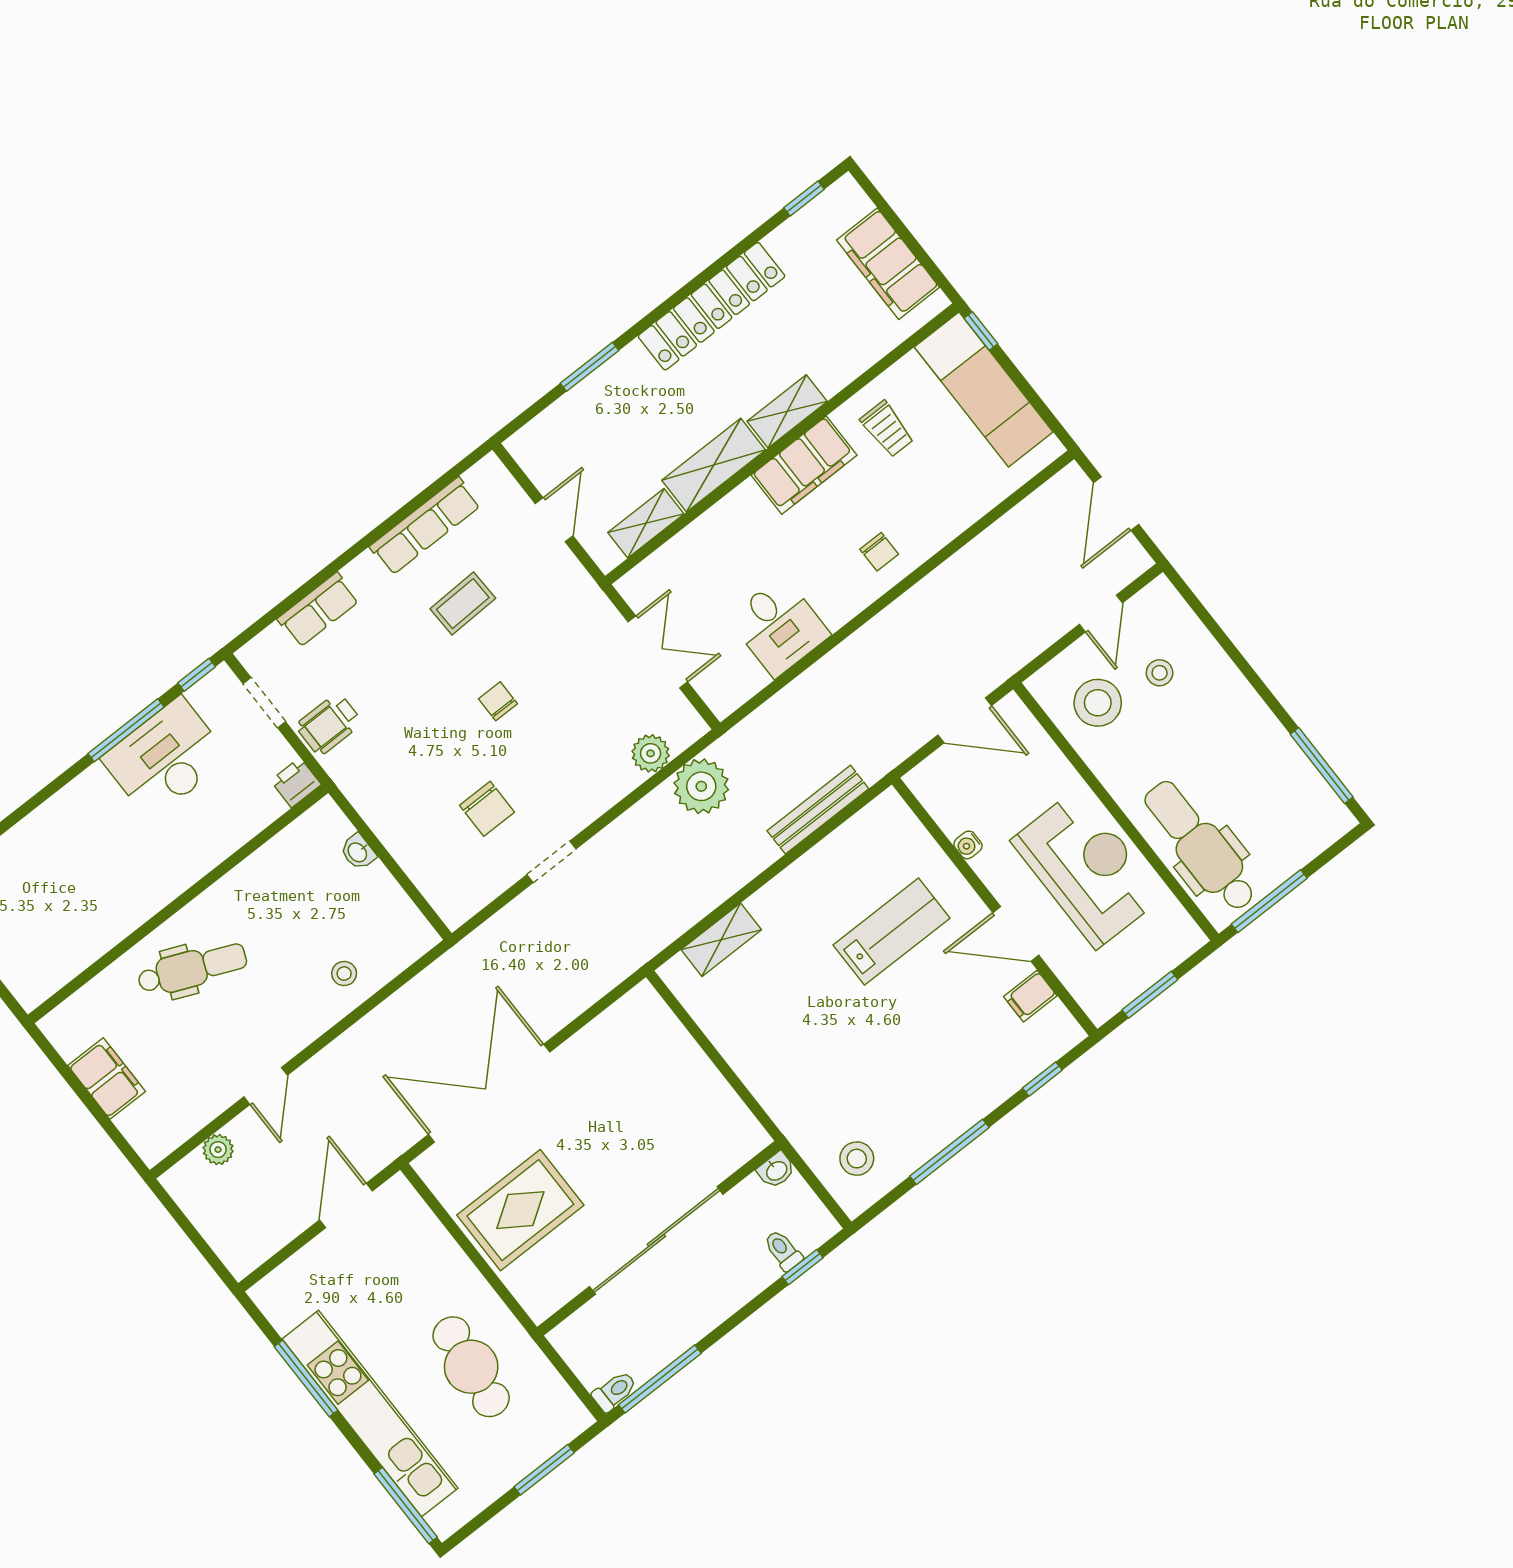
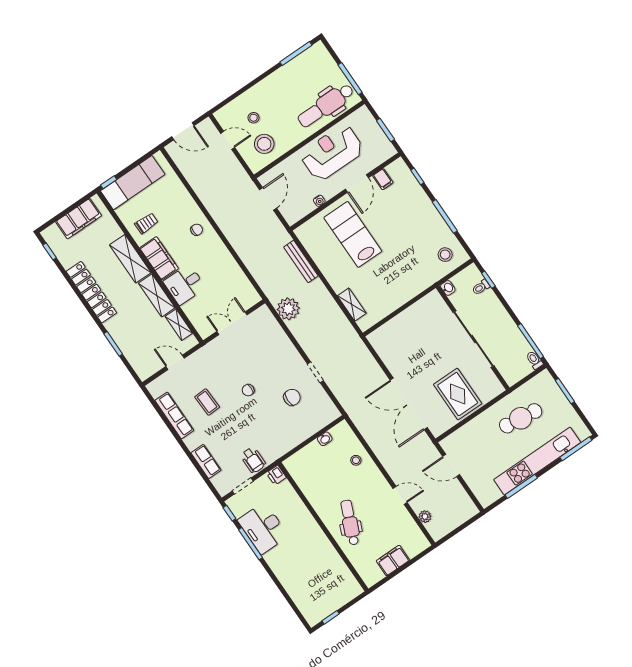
shelving: (787, 411) -> (130, 259), width x1.50, depth x1.33
desk: (779, 626) -> (184, 285), moved, turned 180
plant: (651, 753) -> (273, 329), removed
washbasin: (358, 852) -> (325, 439), moved
lab bench: (891, 932) -> (353, 234), width x1.36, depth x1.39

